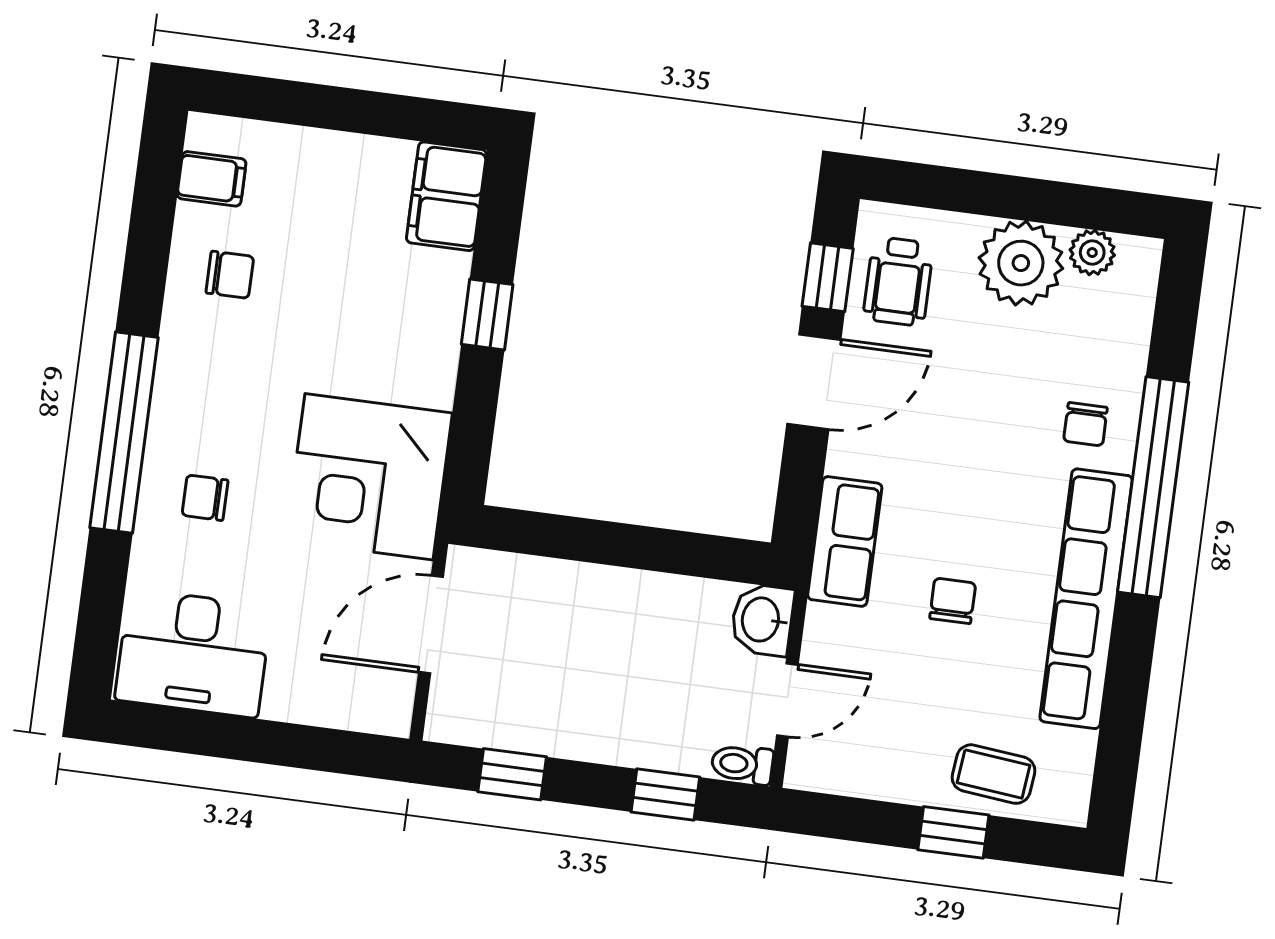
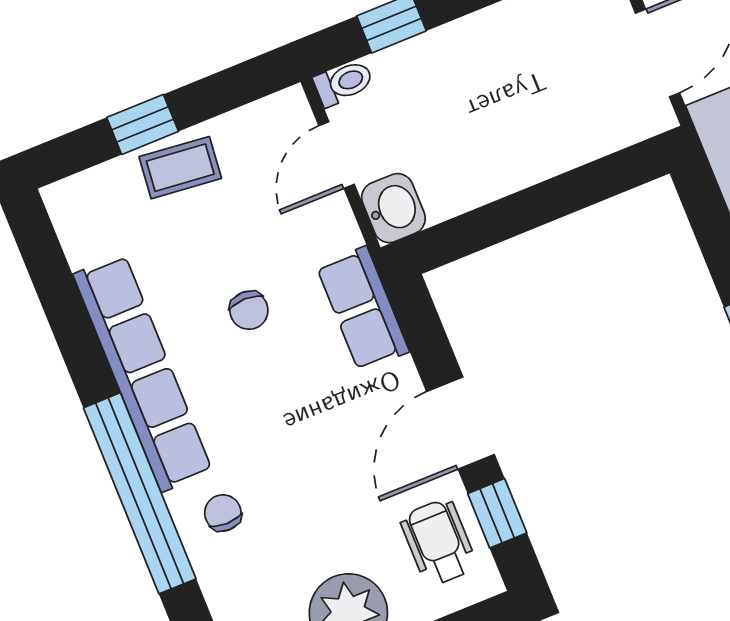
coffee table: (994, 774) -> (180, 168), moved

